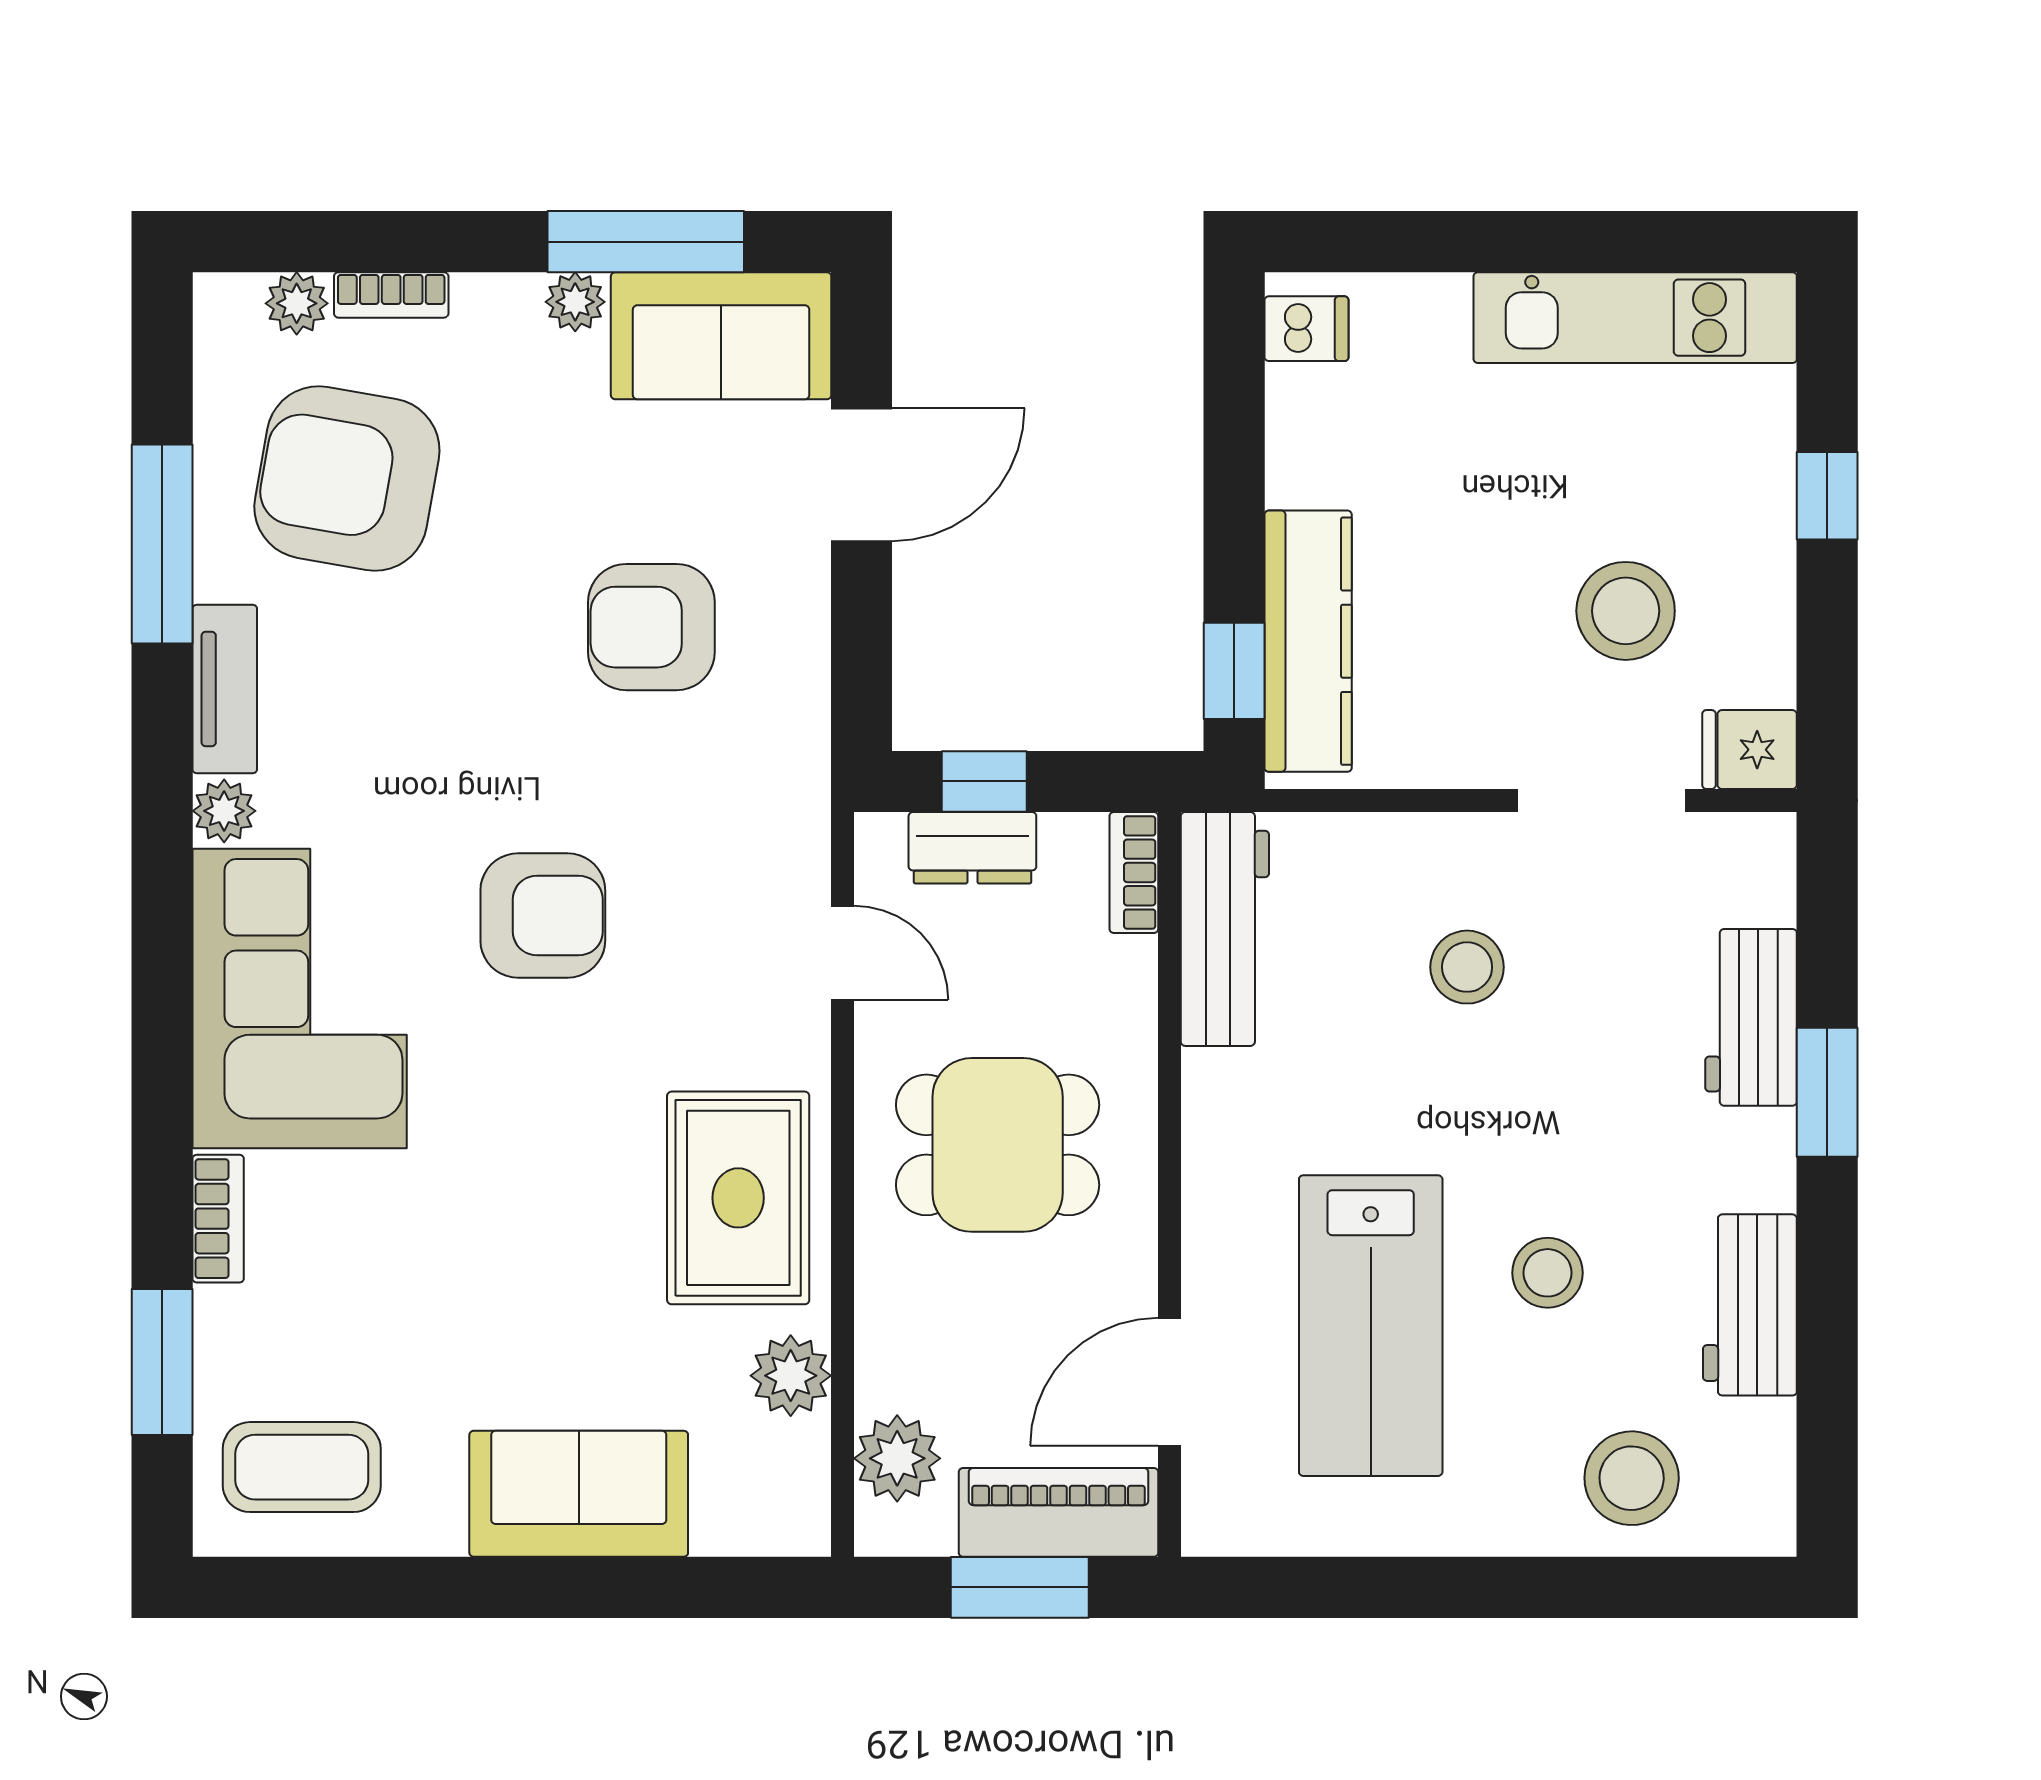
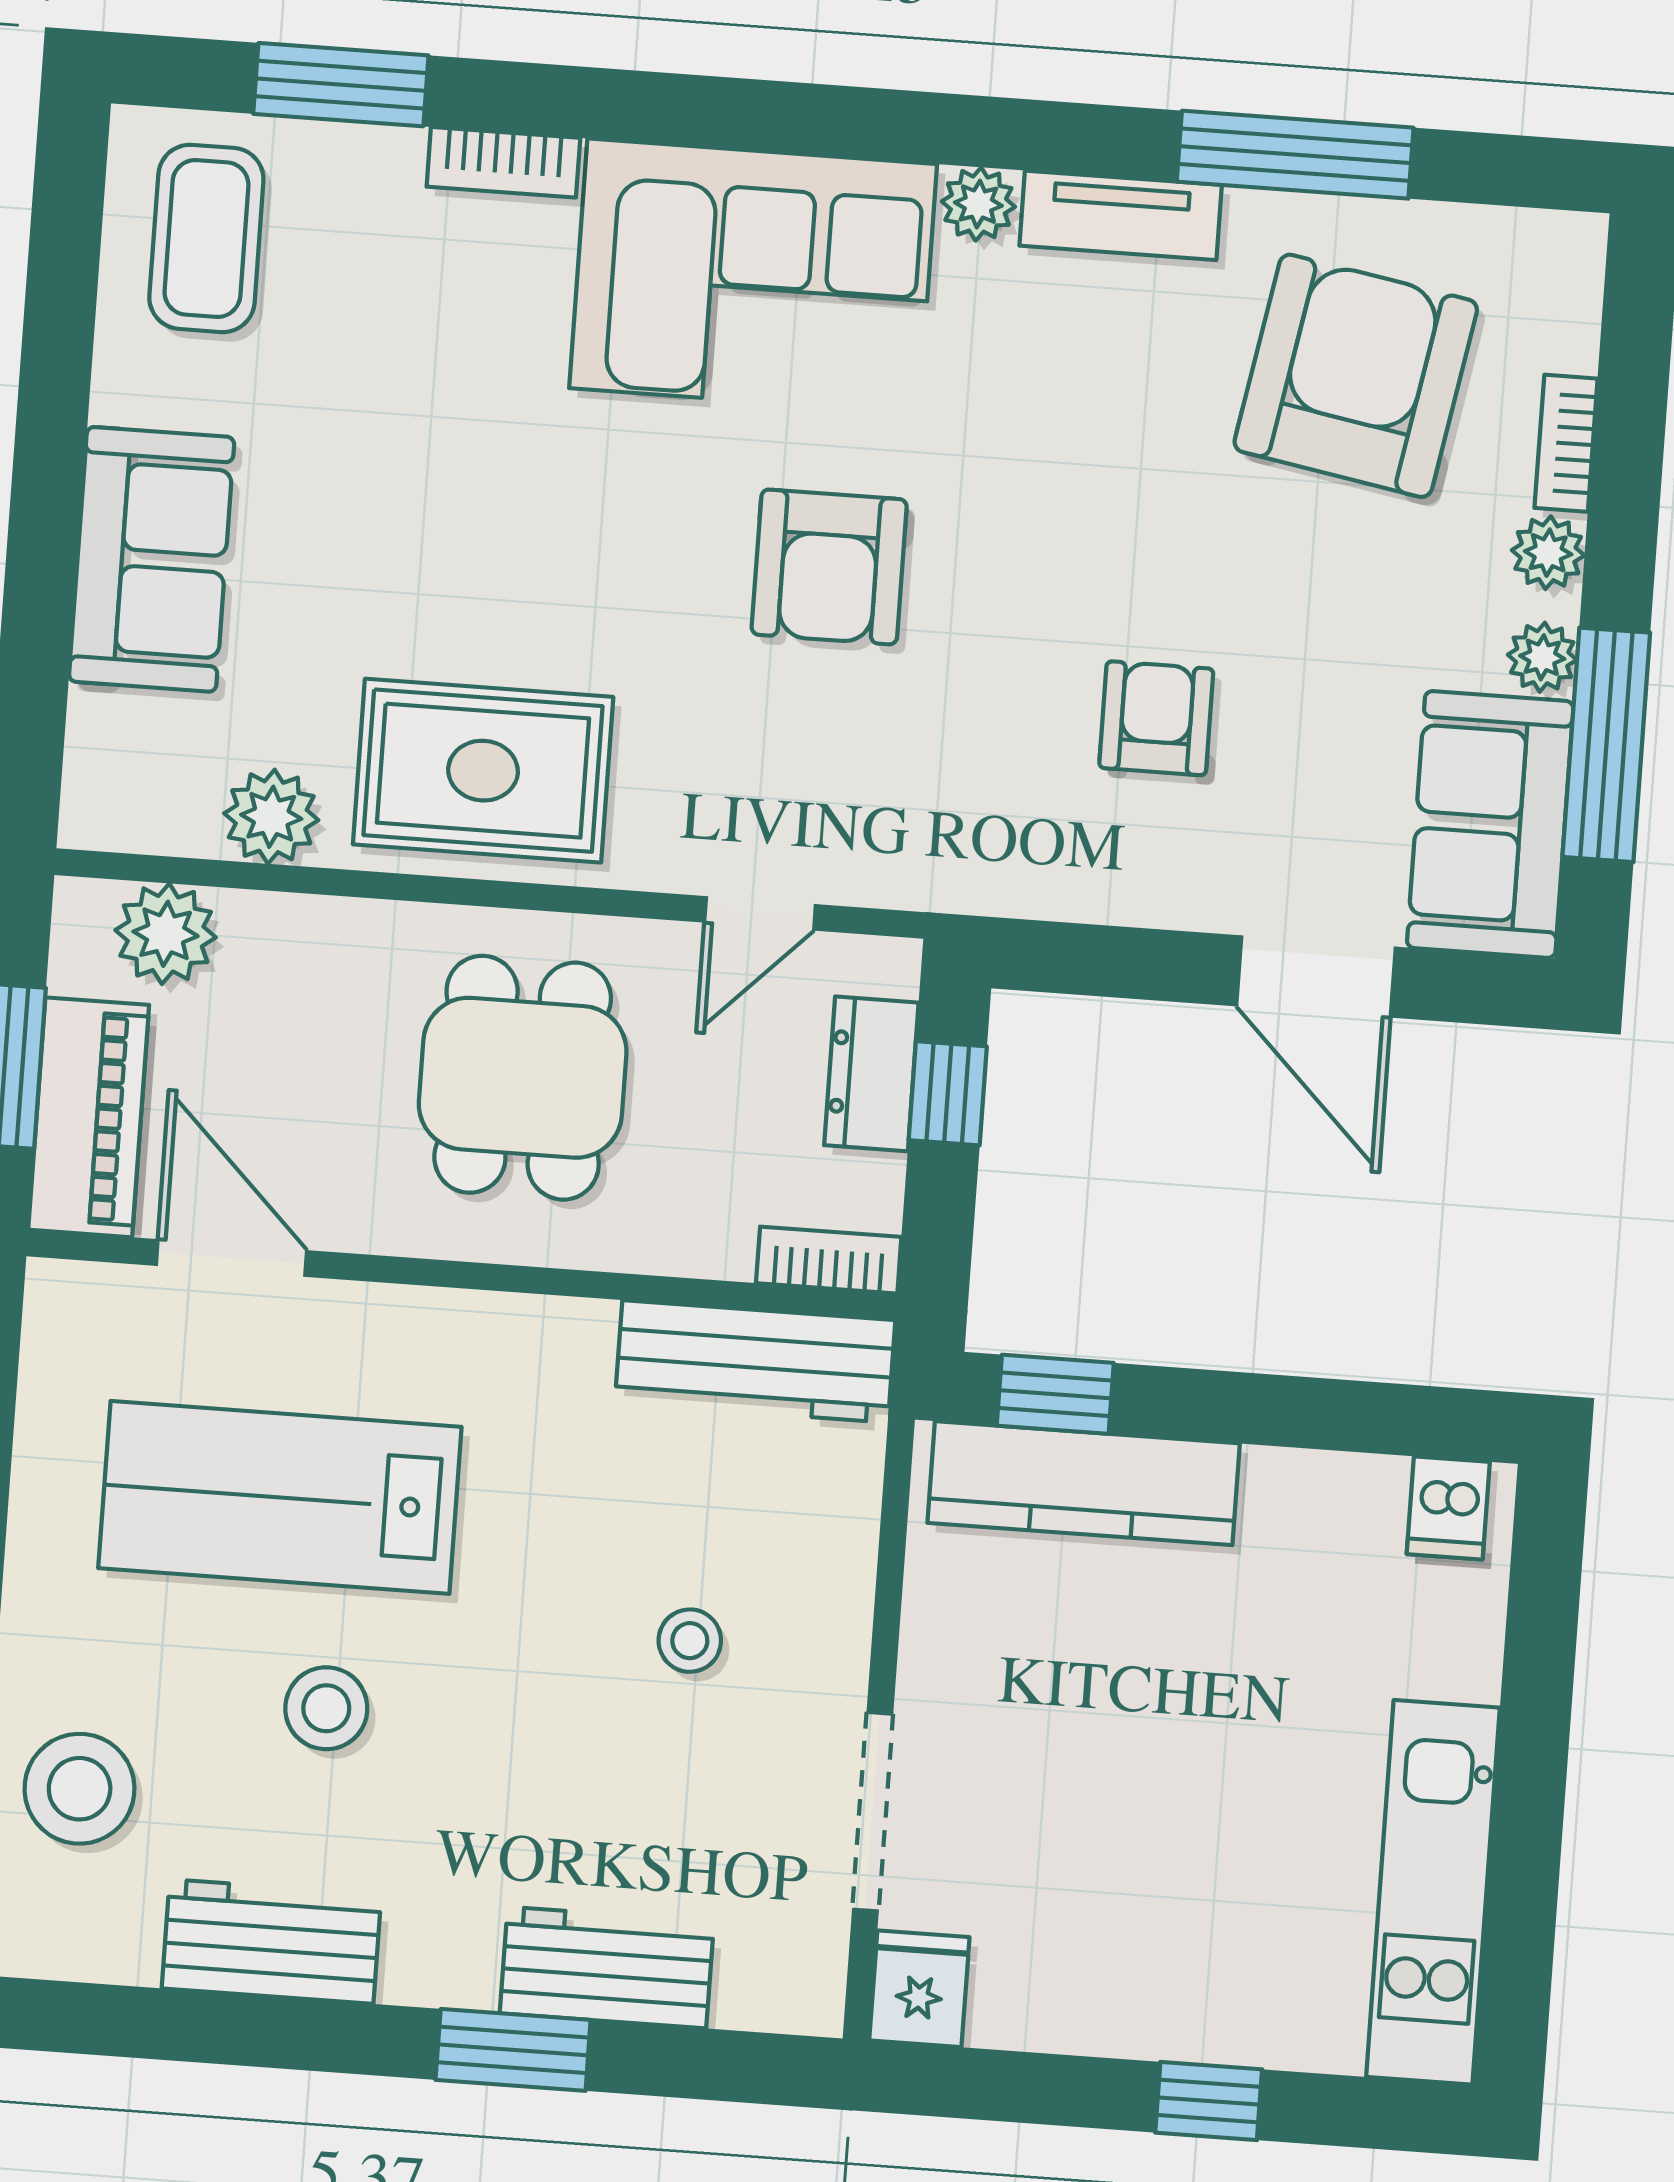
plant: (297, 303) -> (1548, 553), moved
stool: (1626, 611) -> (1092, 1856), removed
armchair: (651, 627) -> (1156, 718), width x0.72, depth x0.72
stool: (1467, 967) -> (690, 1641), width x0.73, depth x0.73

